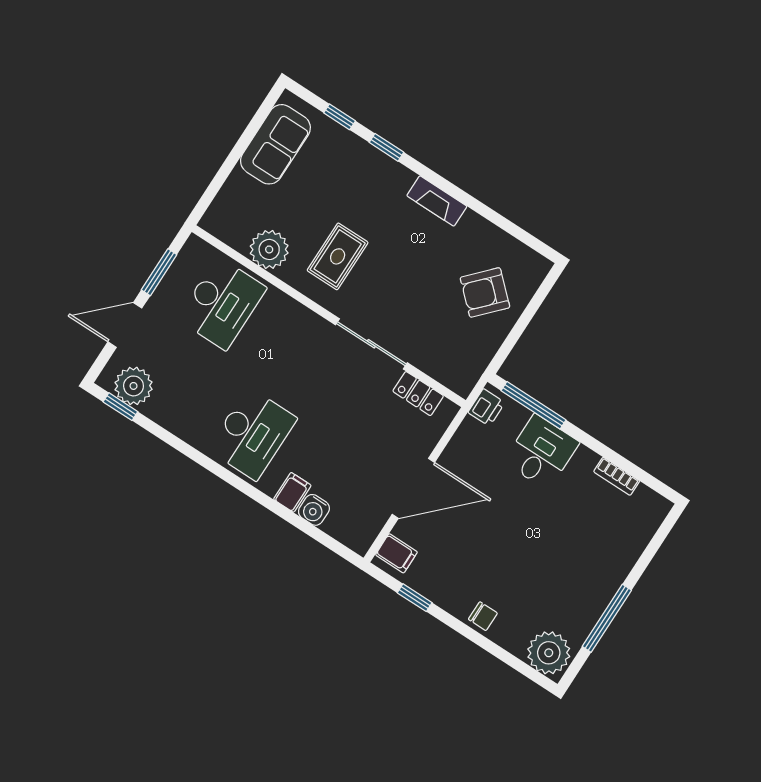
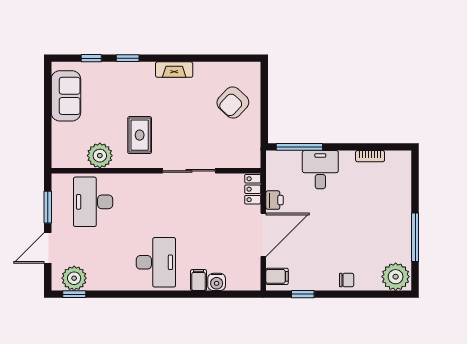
desk: (222, 303) -> (93, 202), turned 180
locker: (418, 394) -> (253, 189), moved, turned 90
printer: (486, 407) -> (275, 200), moved

